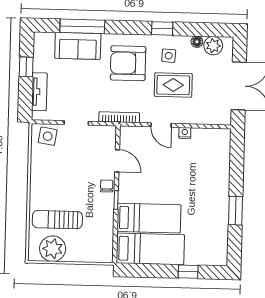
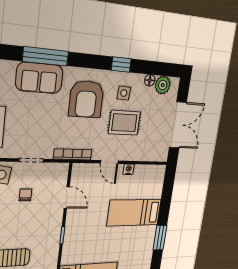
armchair: (128, 63) -> (86, 99), turned -90
chair: (107, 186) -> (25, 195), moved
bed: (149, 218) -> (134, 213), moved, turned 180

